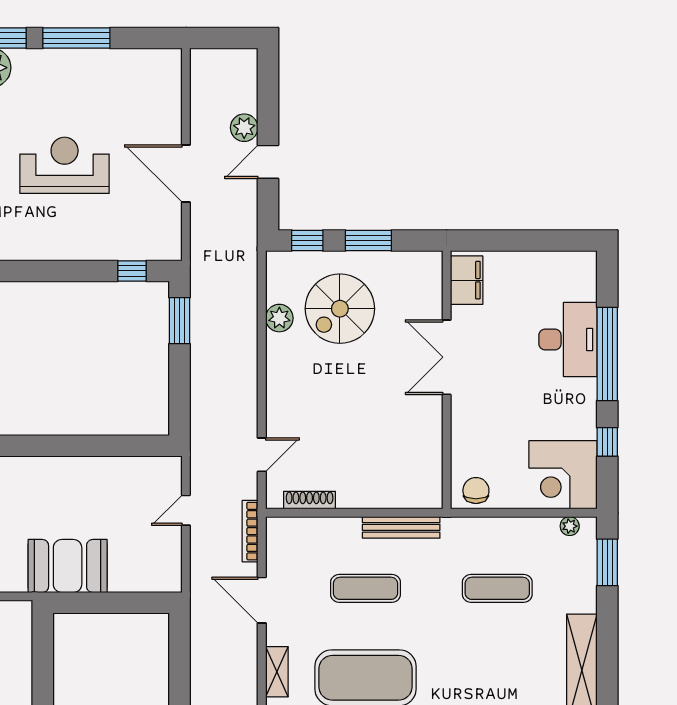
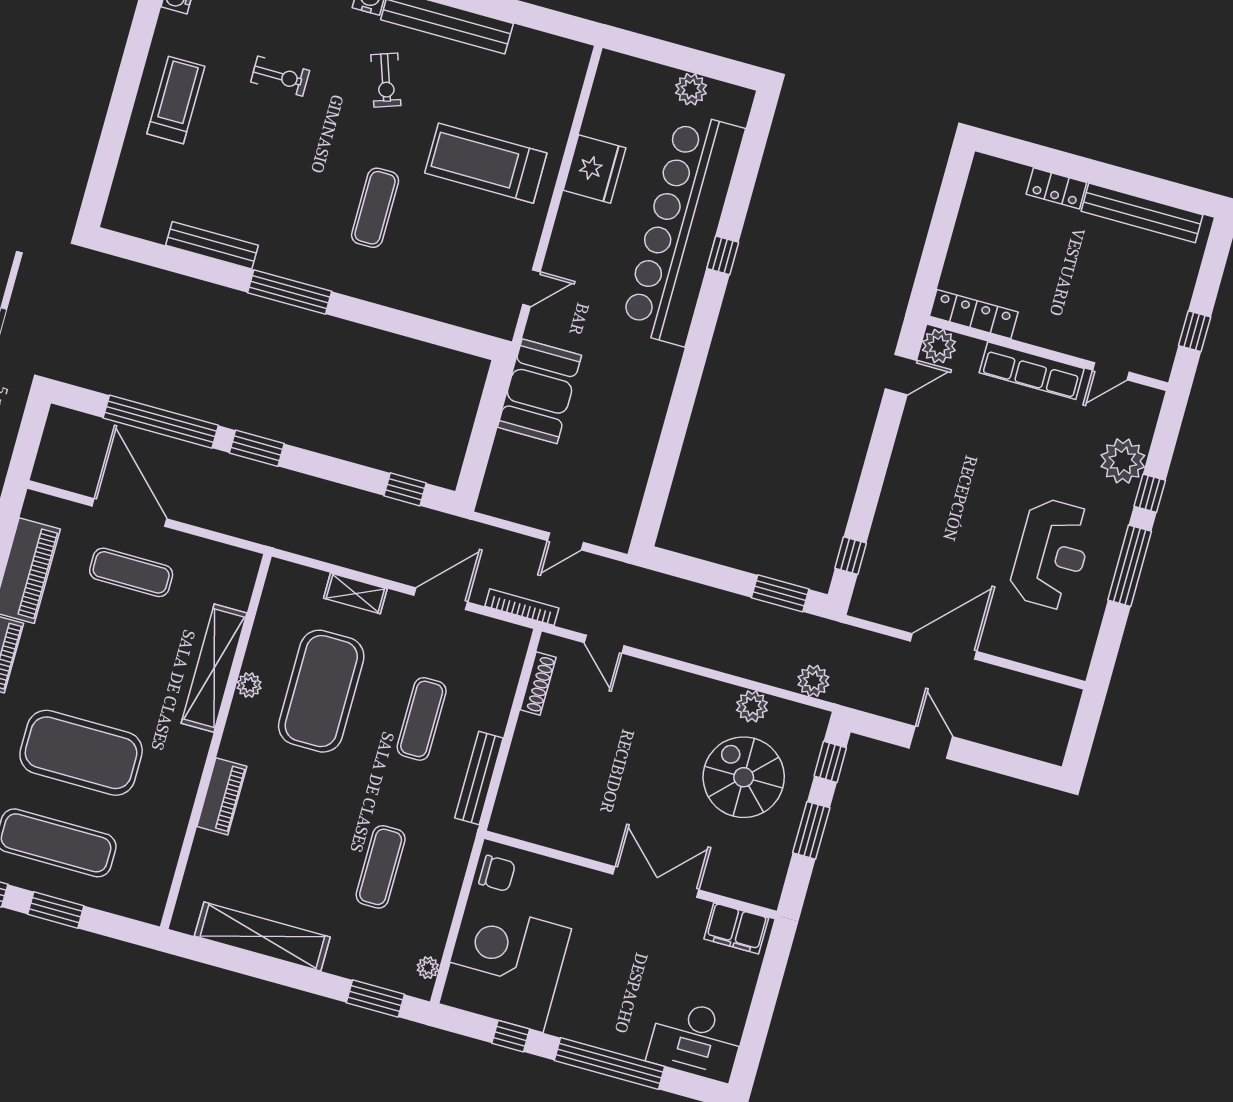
plant: (244, 128) -> (813, 681), moved
reception desk: (65, 165) -> (1052, 554), moved
desk: (568, 339) -> (696, 1040), moved
corner desk: (563, 475) -> (505, 966), width x1.36, depth x1.36
door: (186, 510) -> (565, 541), swing flipped
window: (179, 655) -> (405, 489), added

